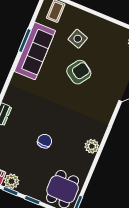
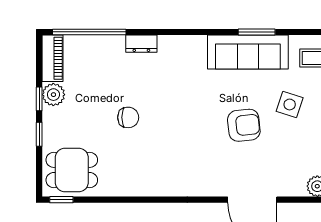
armchair: (79, 72) -> (244, 125), turned -40
plant: (92, 146) -> (148, 186), removed

